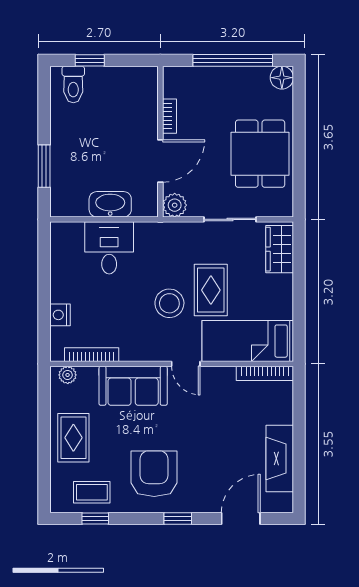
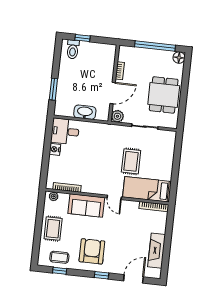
desk: (109, 248) -> (65, 131), moved, turned -90
wardrobe: (280, 249) -> (168, 144), removed
stool: (169, 303) -> (109, 166), removed
nightstand: (60, 315) -> (55, 149), moved

